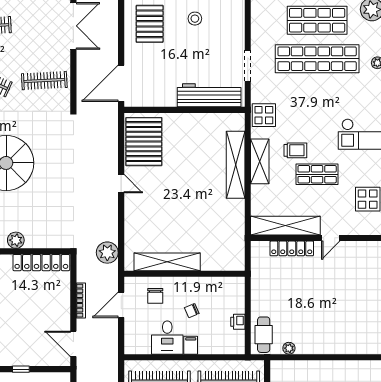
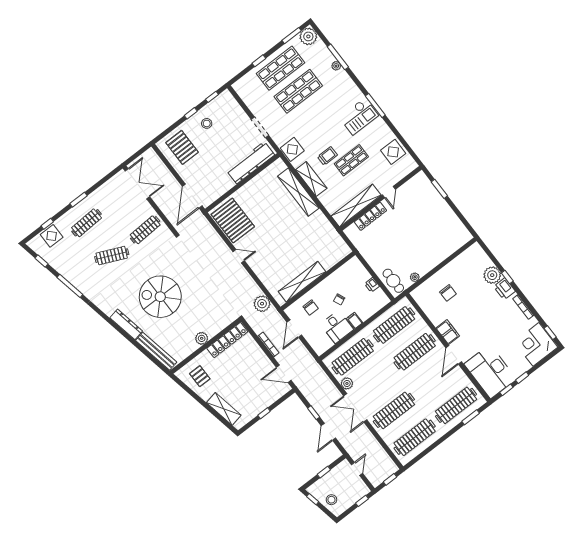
shop shelf: (317, 59) -> (298, 91), width x0.71

